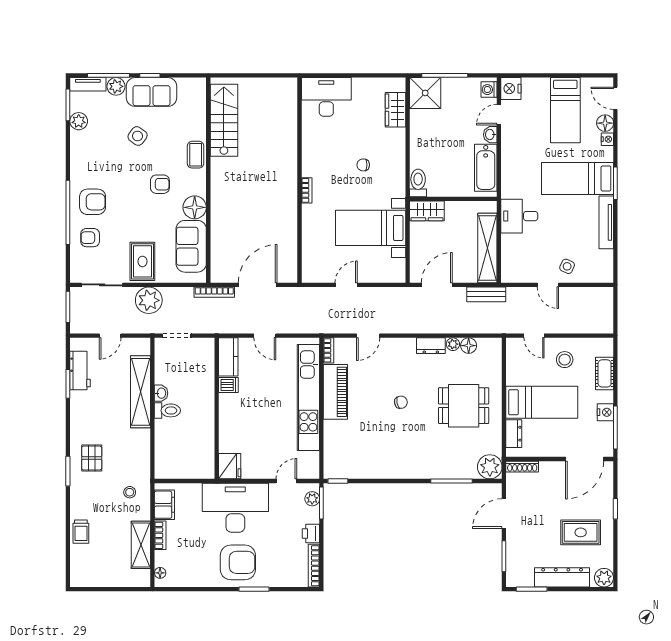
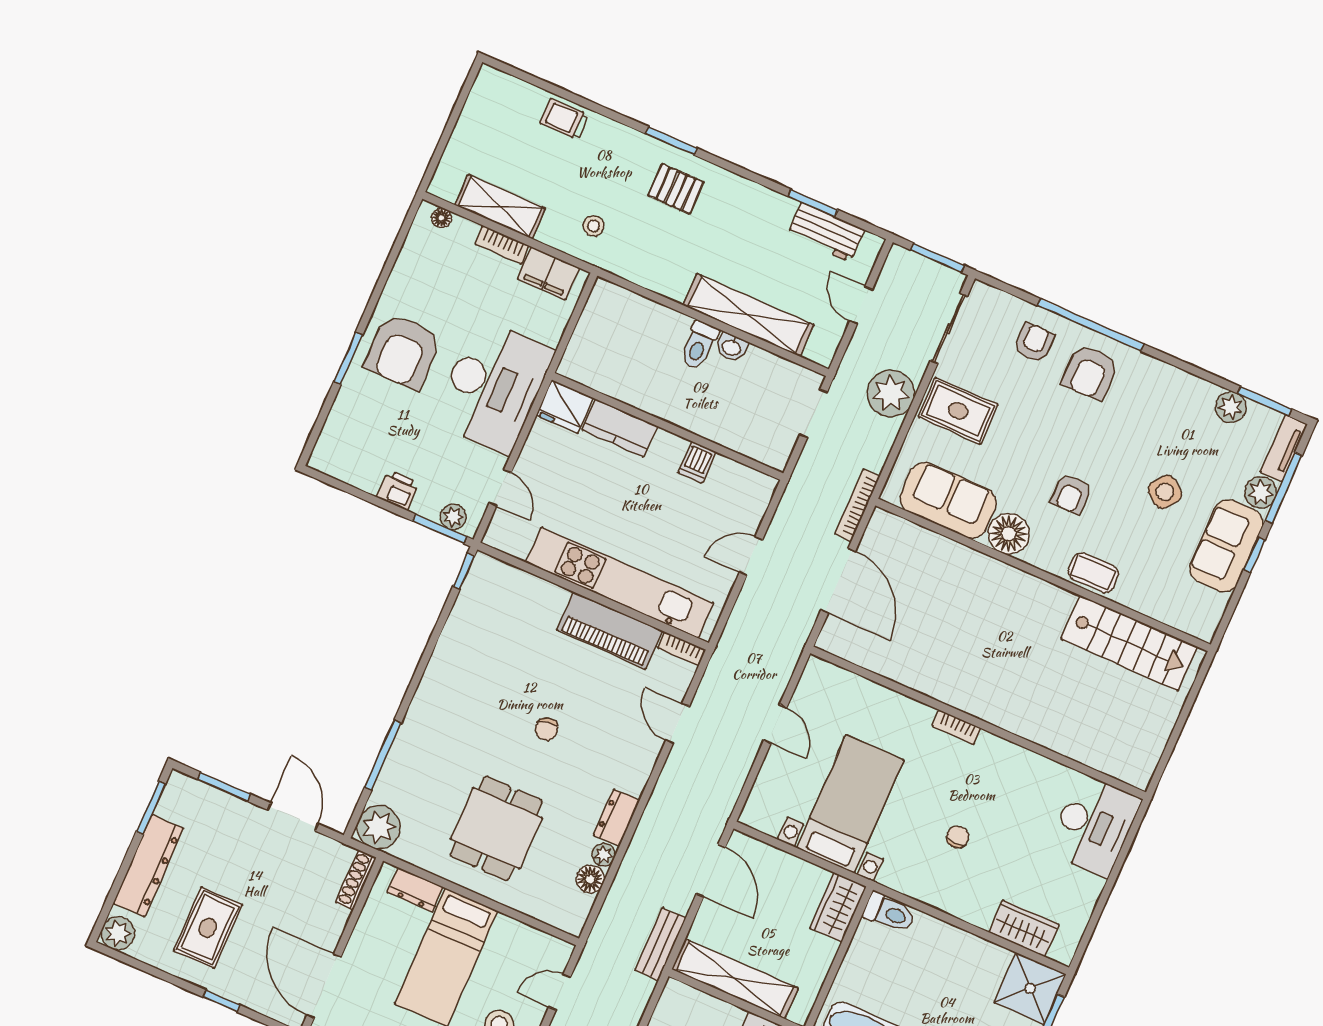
kitchen counter: (228, 357) -> (620, 428), moved
bookcase: (314, 566) -> (344, 472), removed

